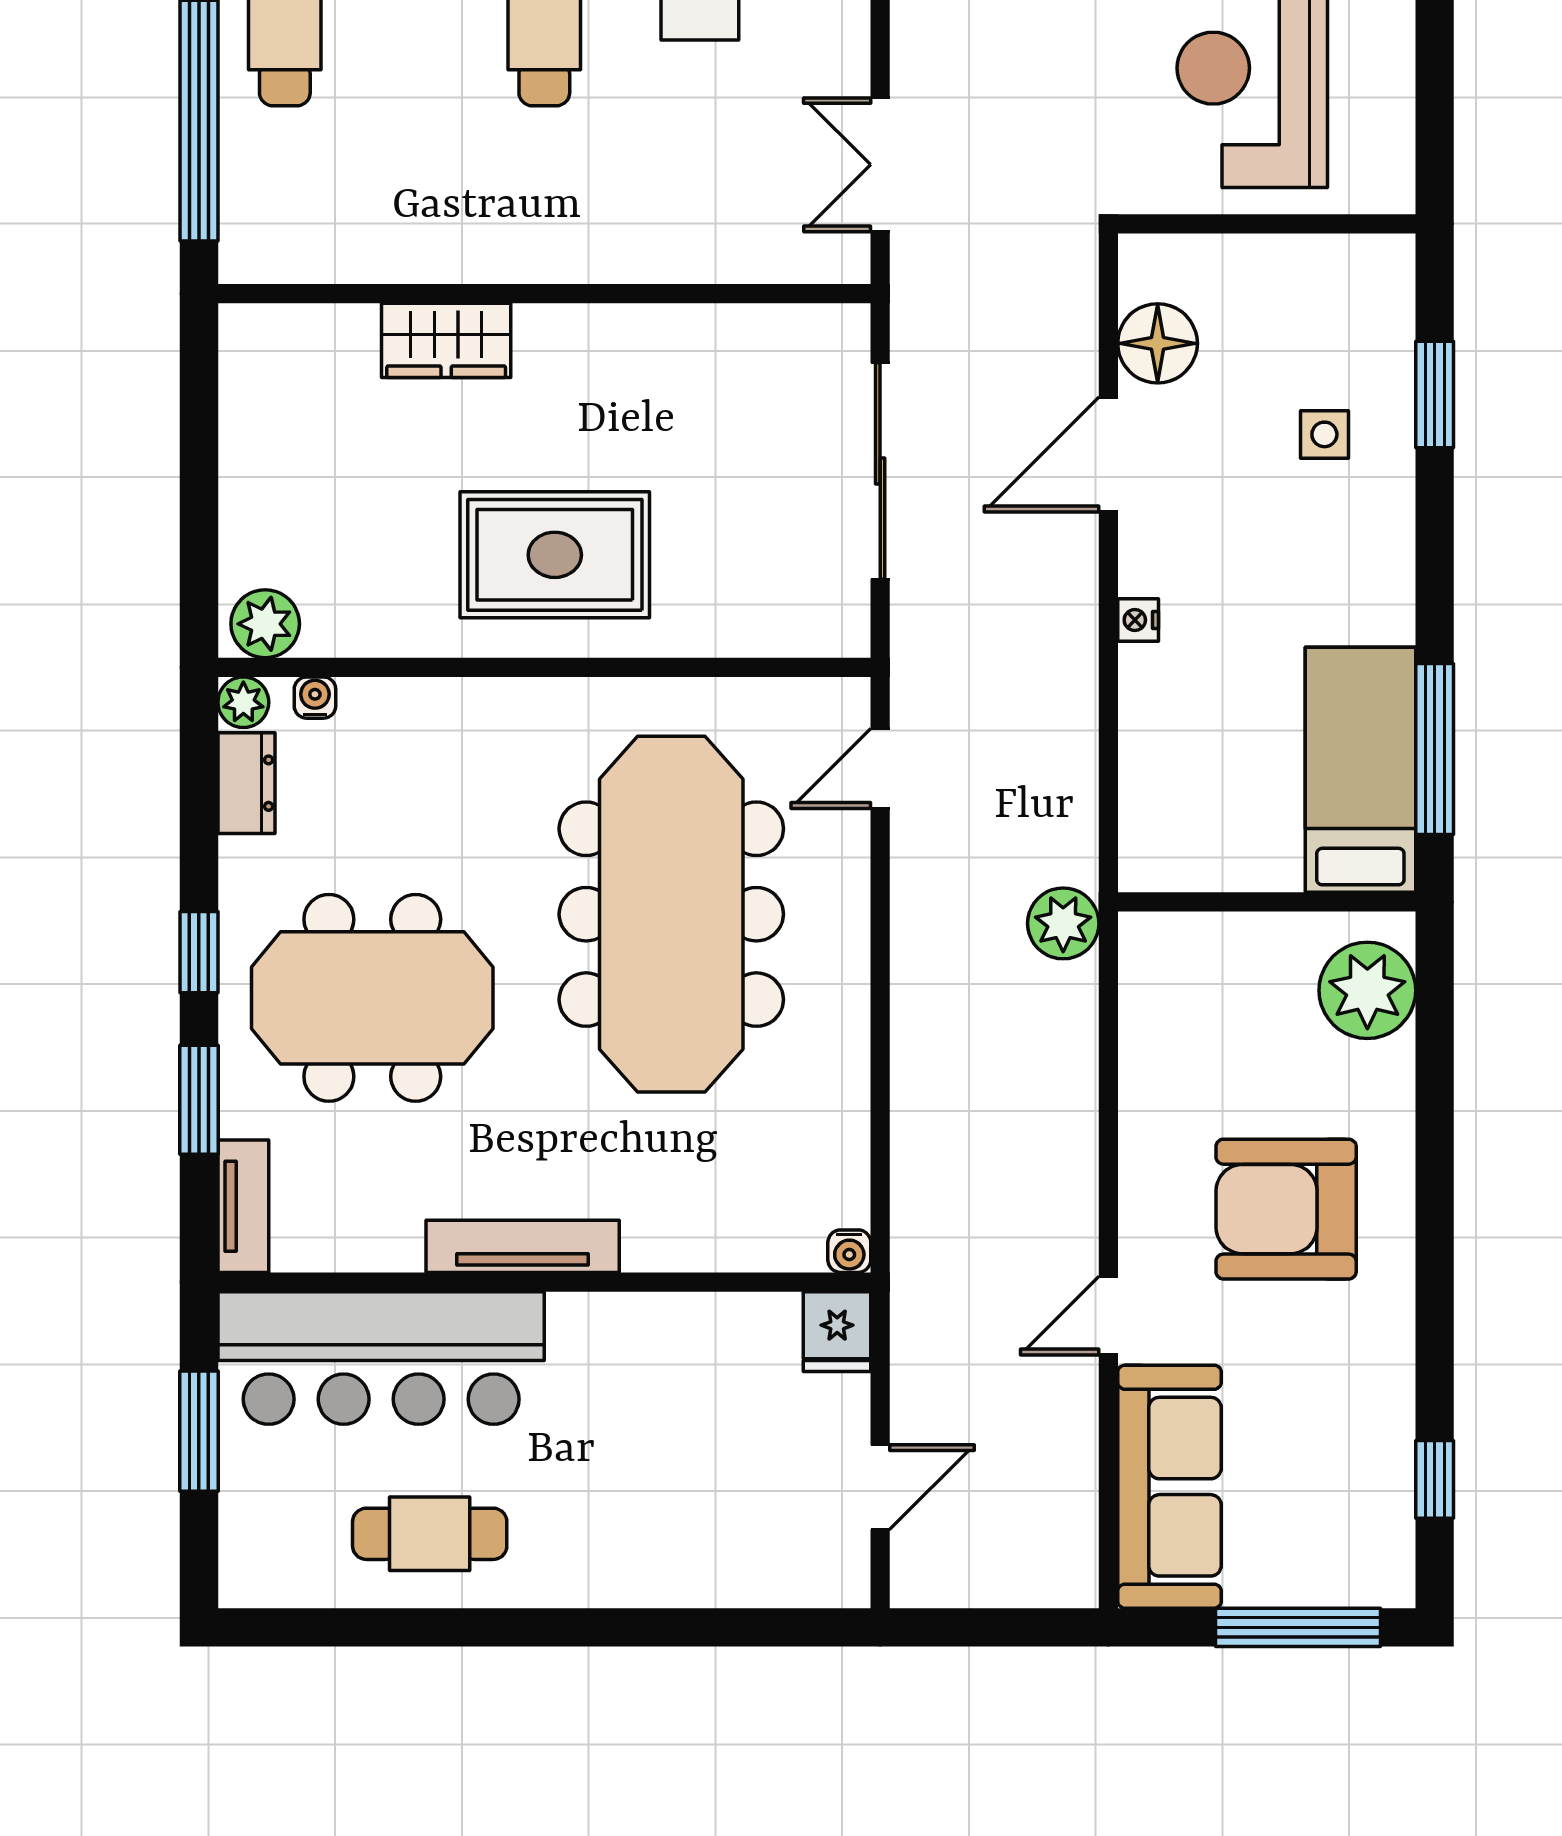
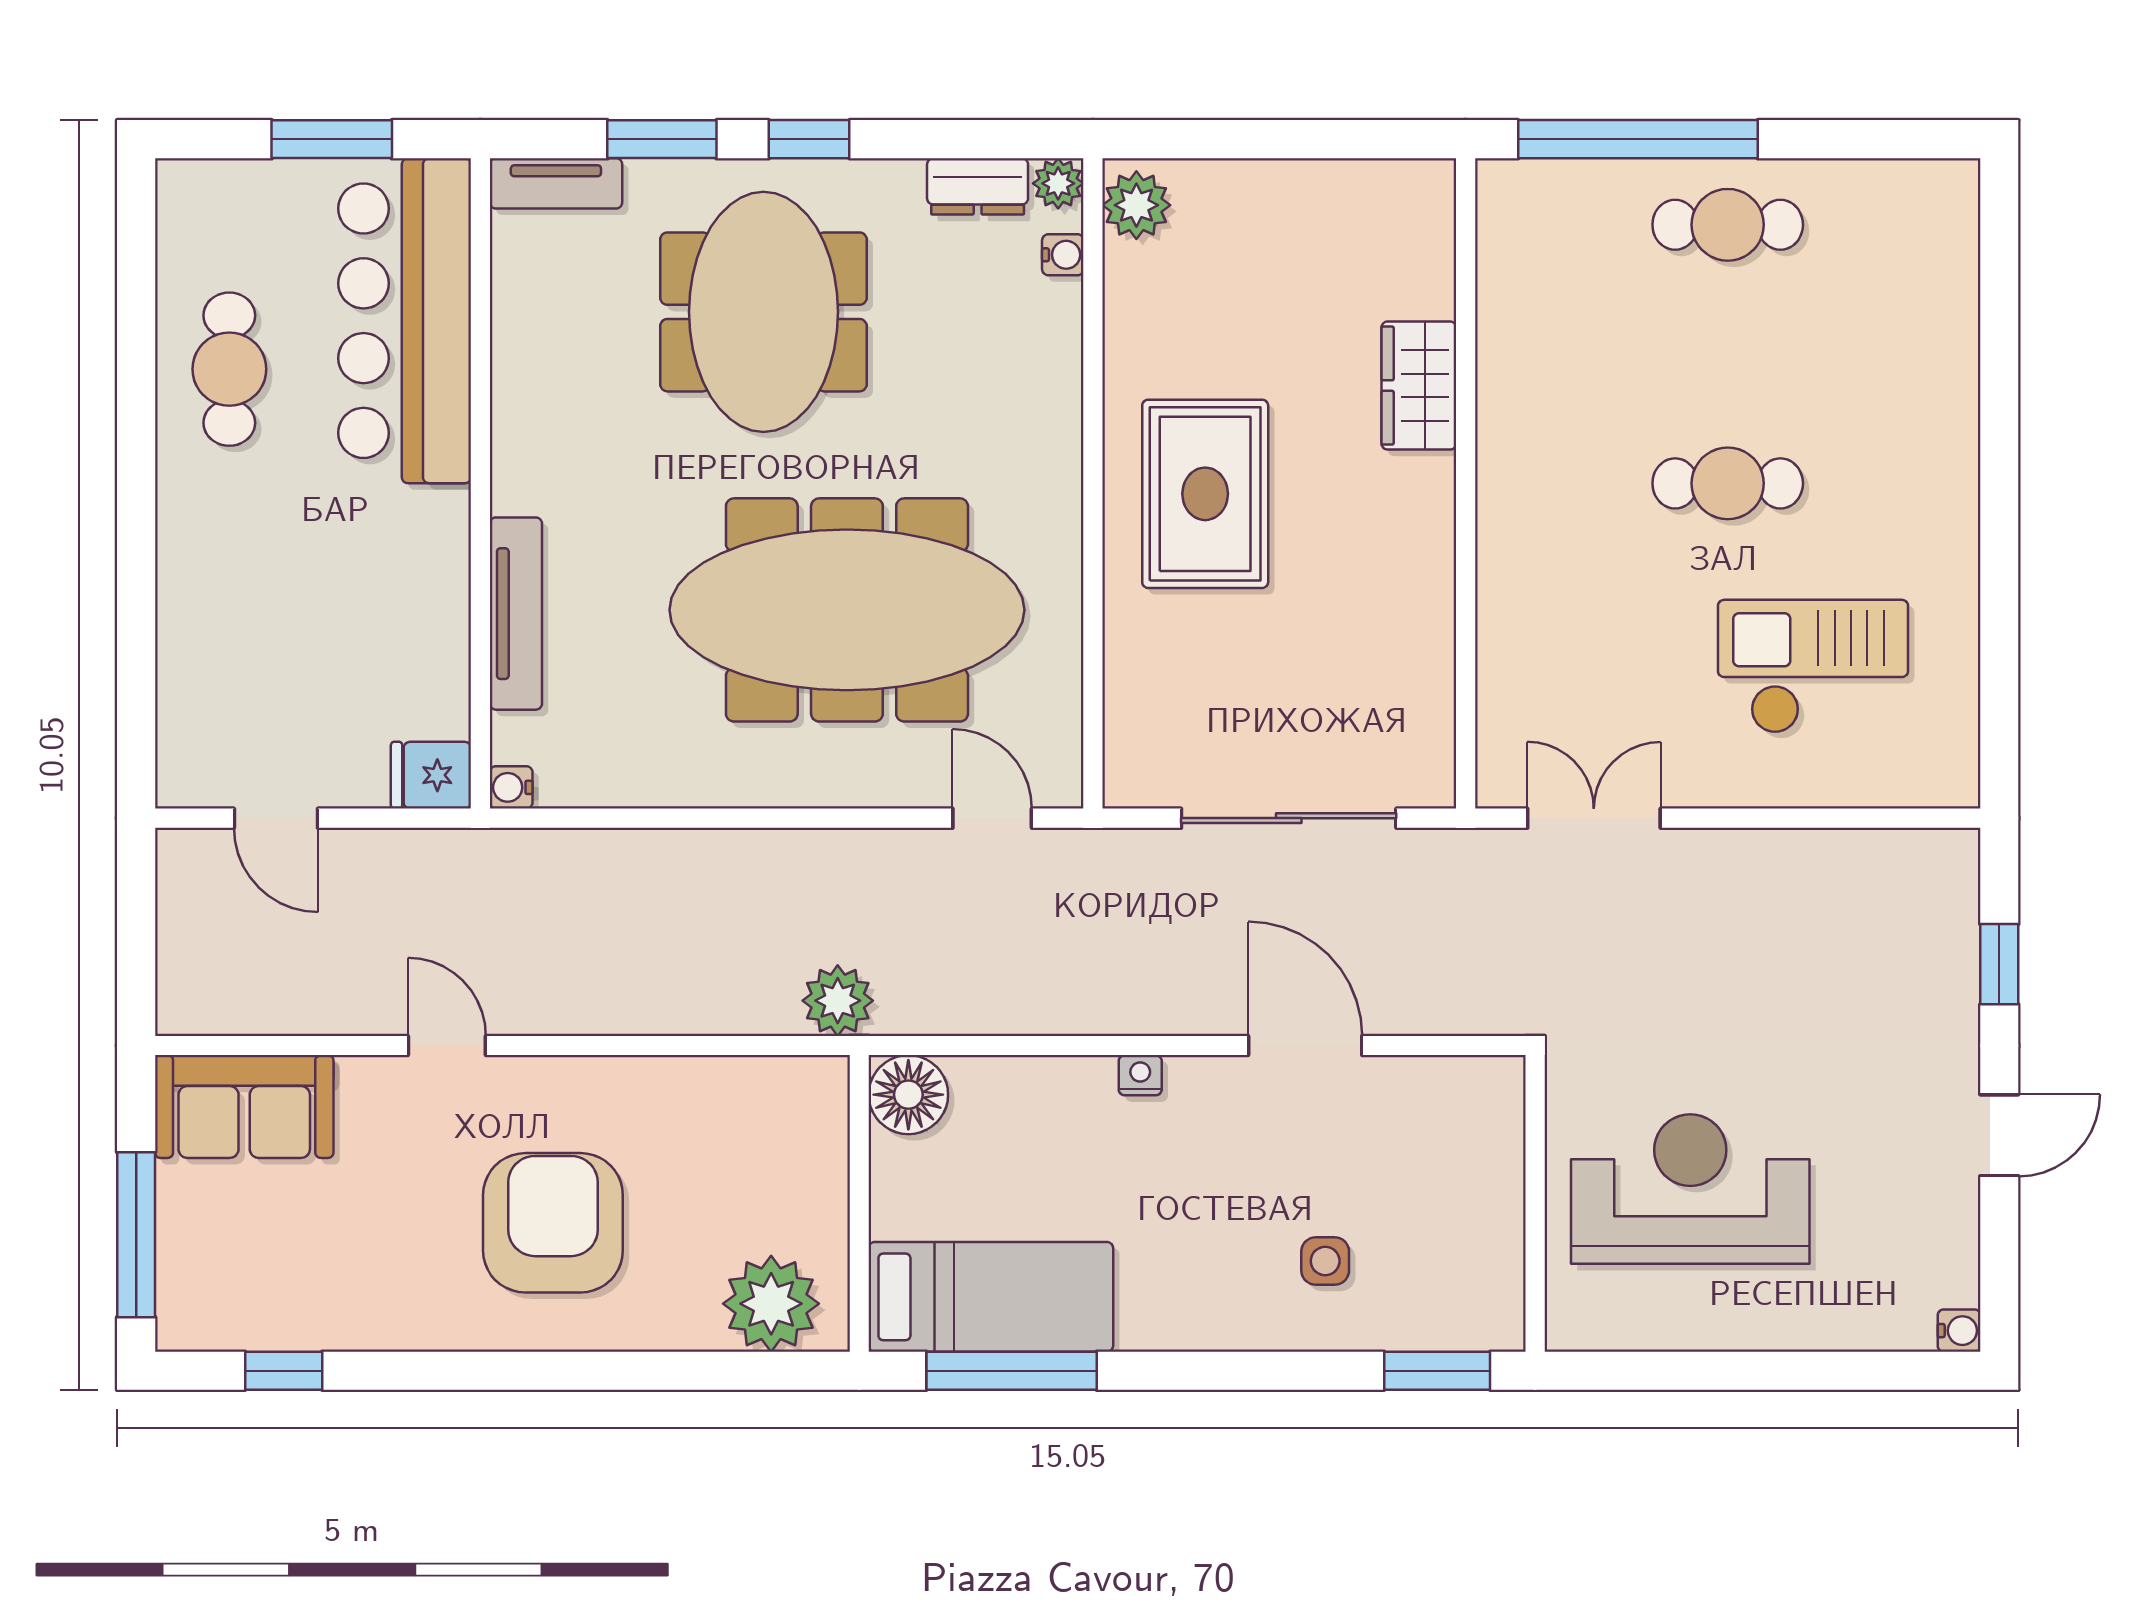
floor lamp: (1158, 343) -> (908, 1095), moved
window: (1435, 394) -> (1437, 1371), moved
tv unit: (523, 1246) -> (516, 614), moved
sofa: (1169, 1487) -> (244, 1107), width x0.73

